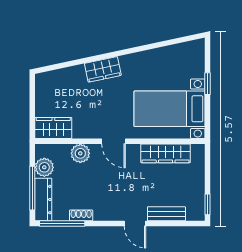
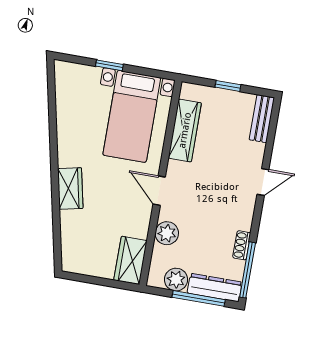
door: (114, 141) -> (159, 191), swing flipped
window: (207, 204) -> (228, 86), moved
bench: (166, 214) -> (262, 119), moved

